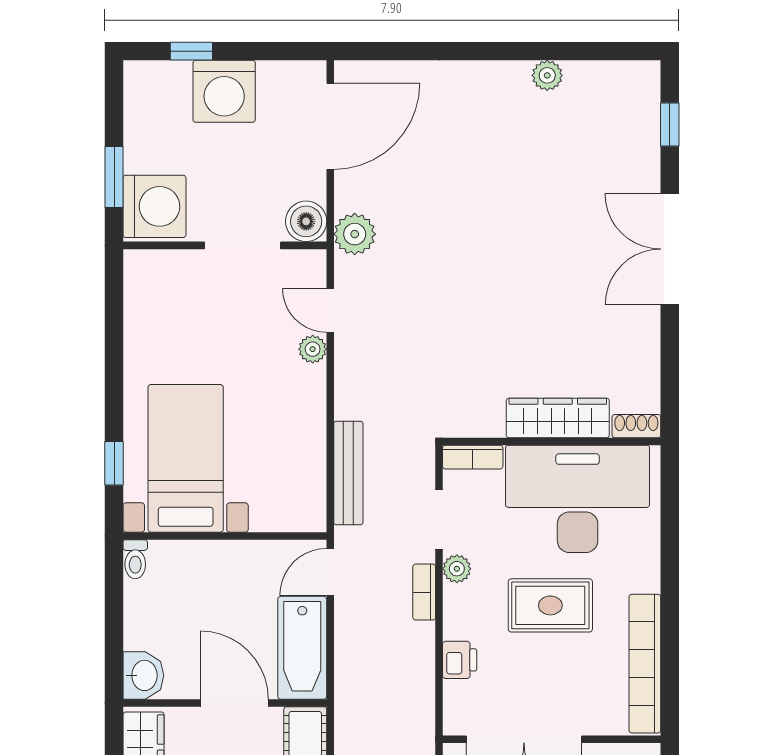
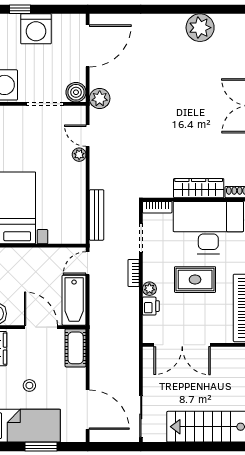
plant: (547, 75) -> (200, 28), width x1.88, depth x1.88
plant: (457, 569) -> (149, 289), moved

